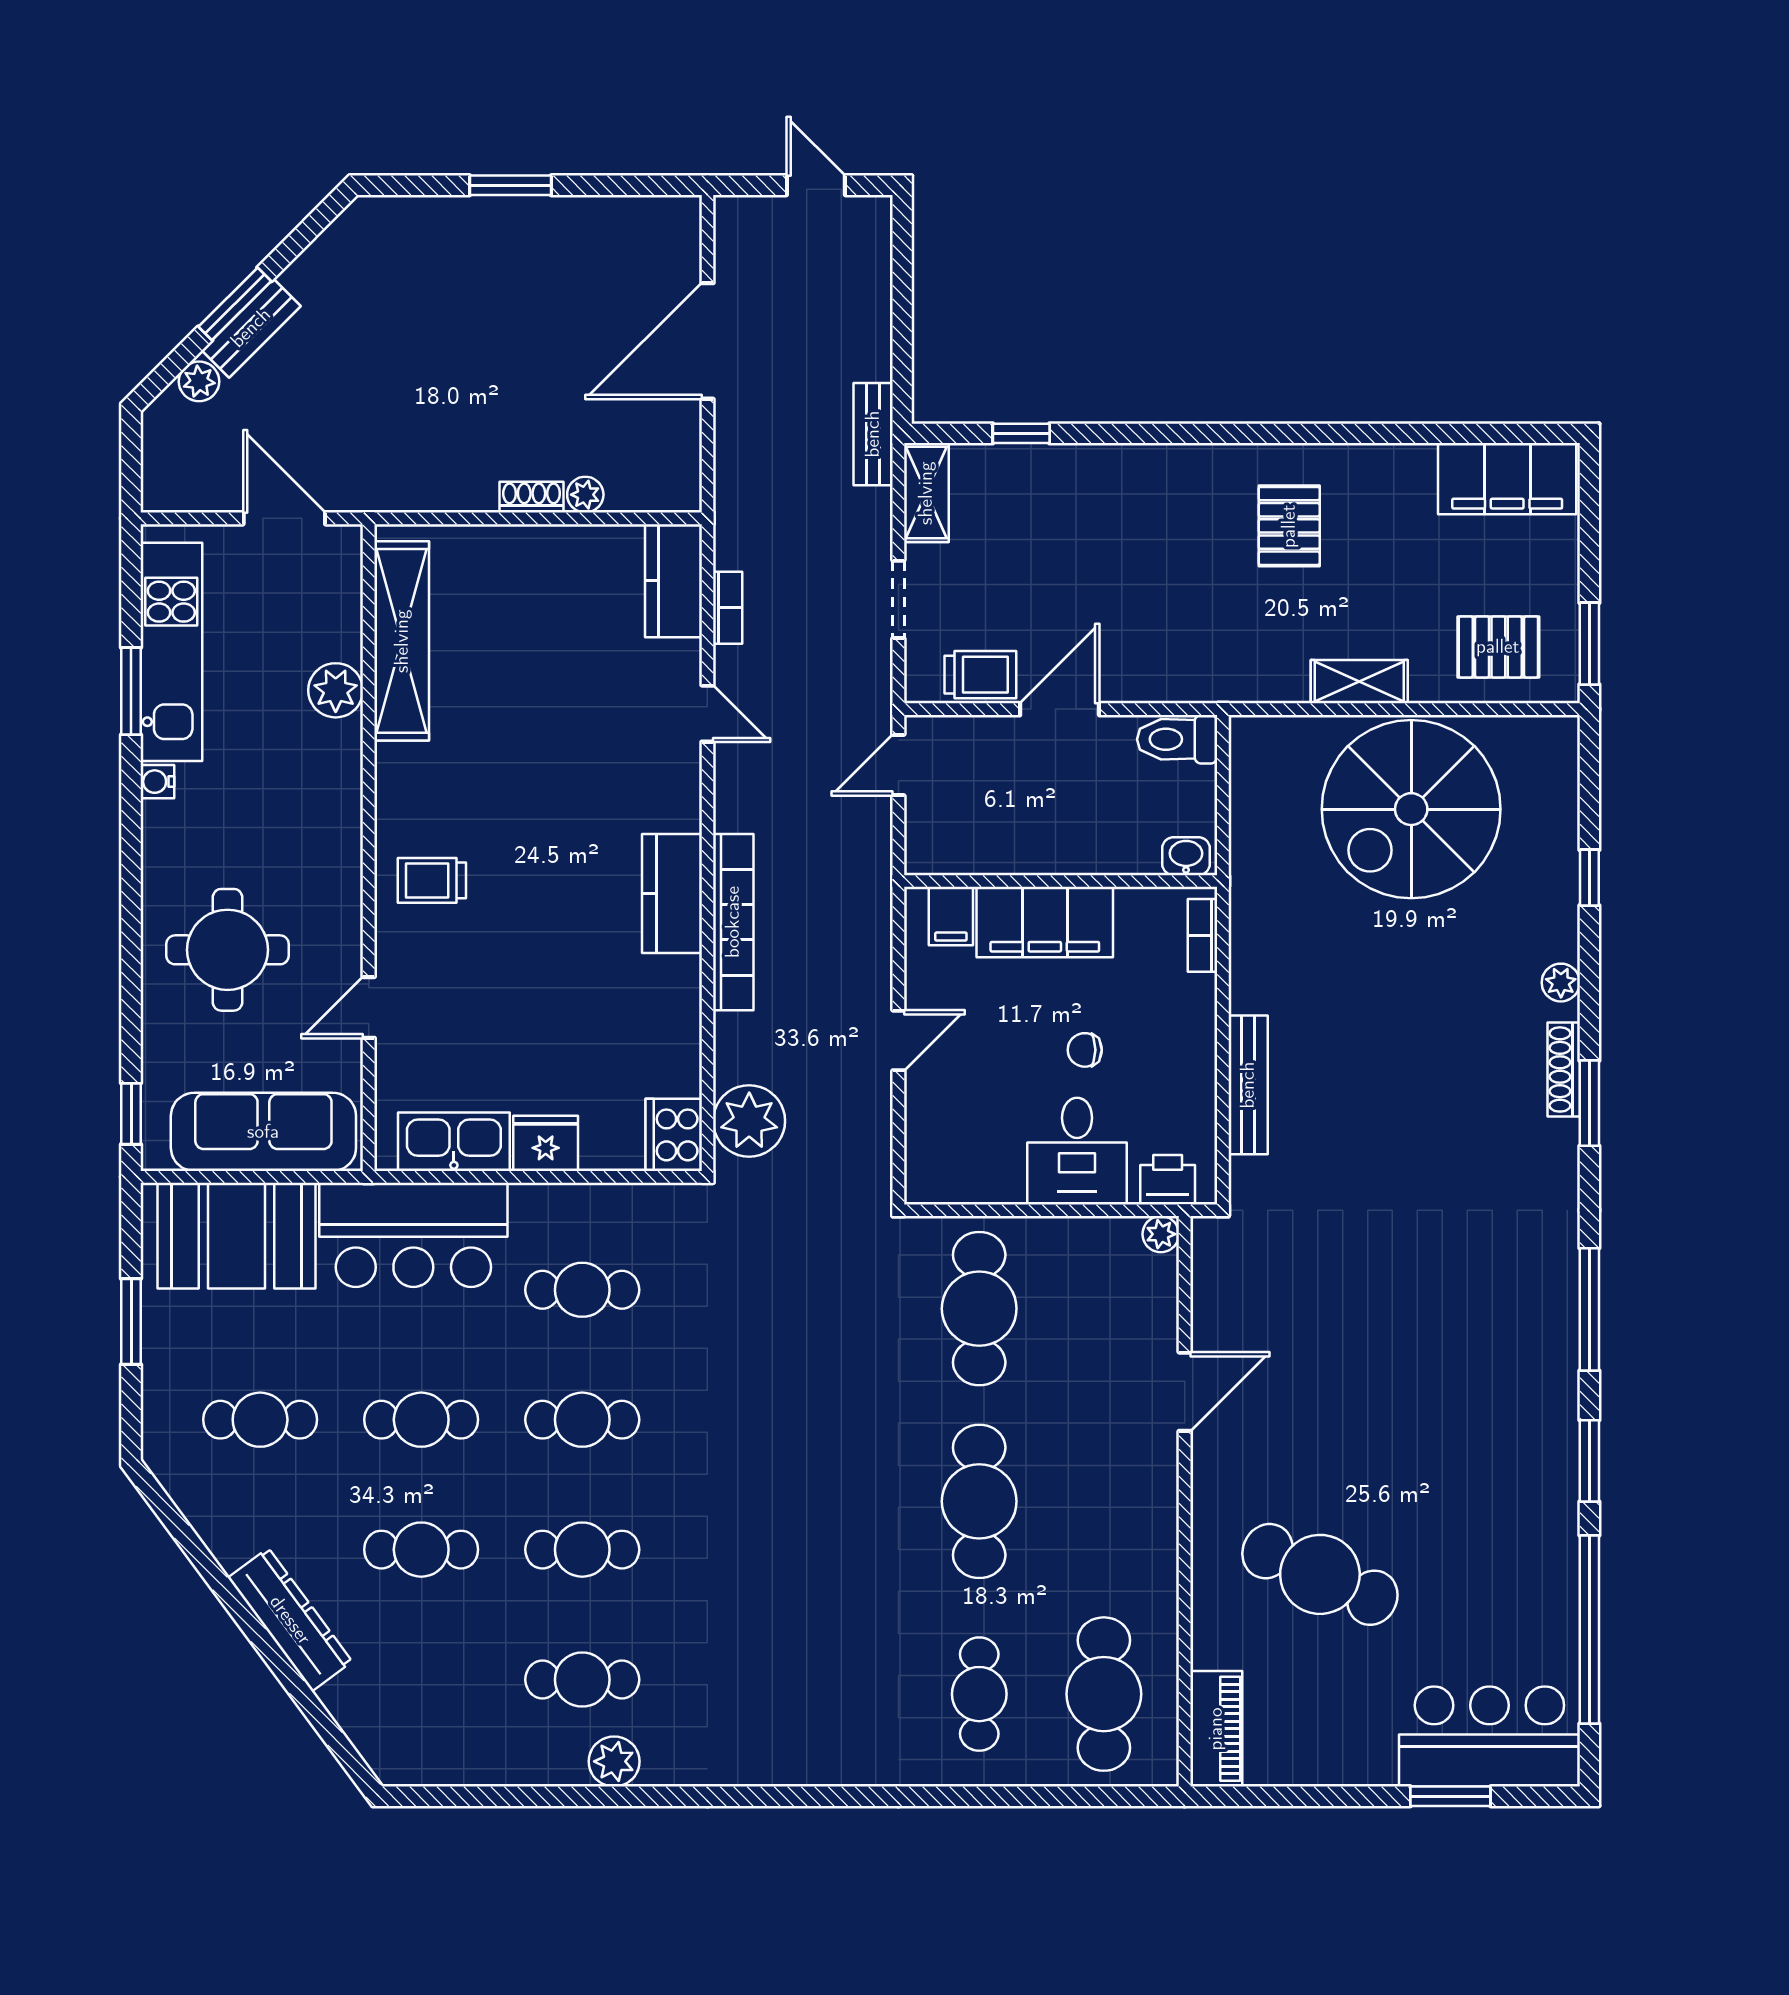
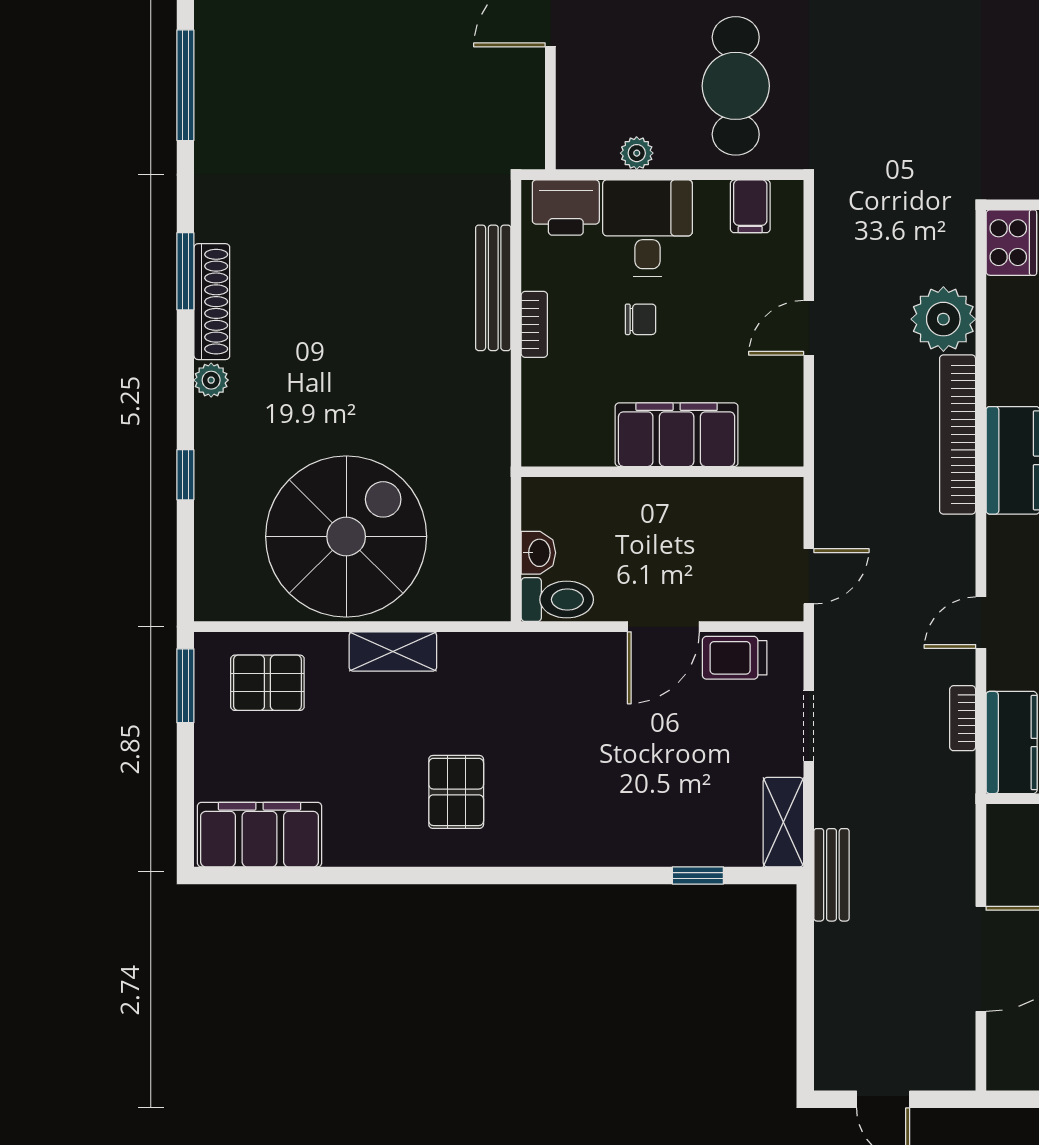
door: (707, 714) -> (981, 623), hinge flipped
washbasin: (1186, 856) -> (538, 553), moved, turned -90
filing cabinet: (951, 916) -> (750, 206), moved, turned 180
bookcase: (1203, 935) -> (534, 324), moved
shoe rack: (1564, 1069) -> (212, 302), width x1.36, depth x1.24
plant: (749, 1121) -> (943, 319), moved
printer: (1168, 1180) -> (566, 208), width x1.36, depth x1.24
plant: (1161, 1234) -> (637, 153), moved

